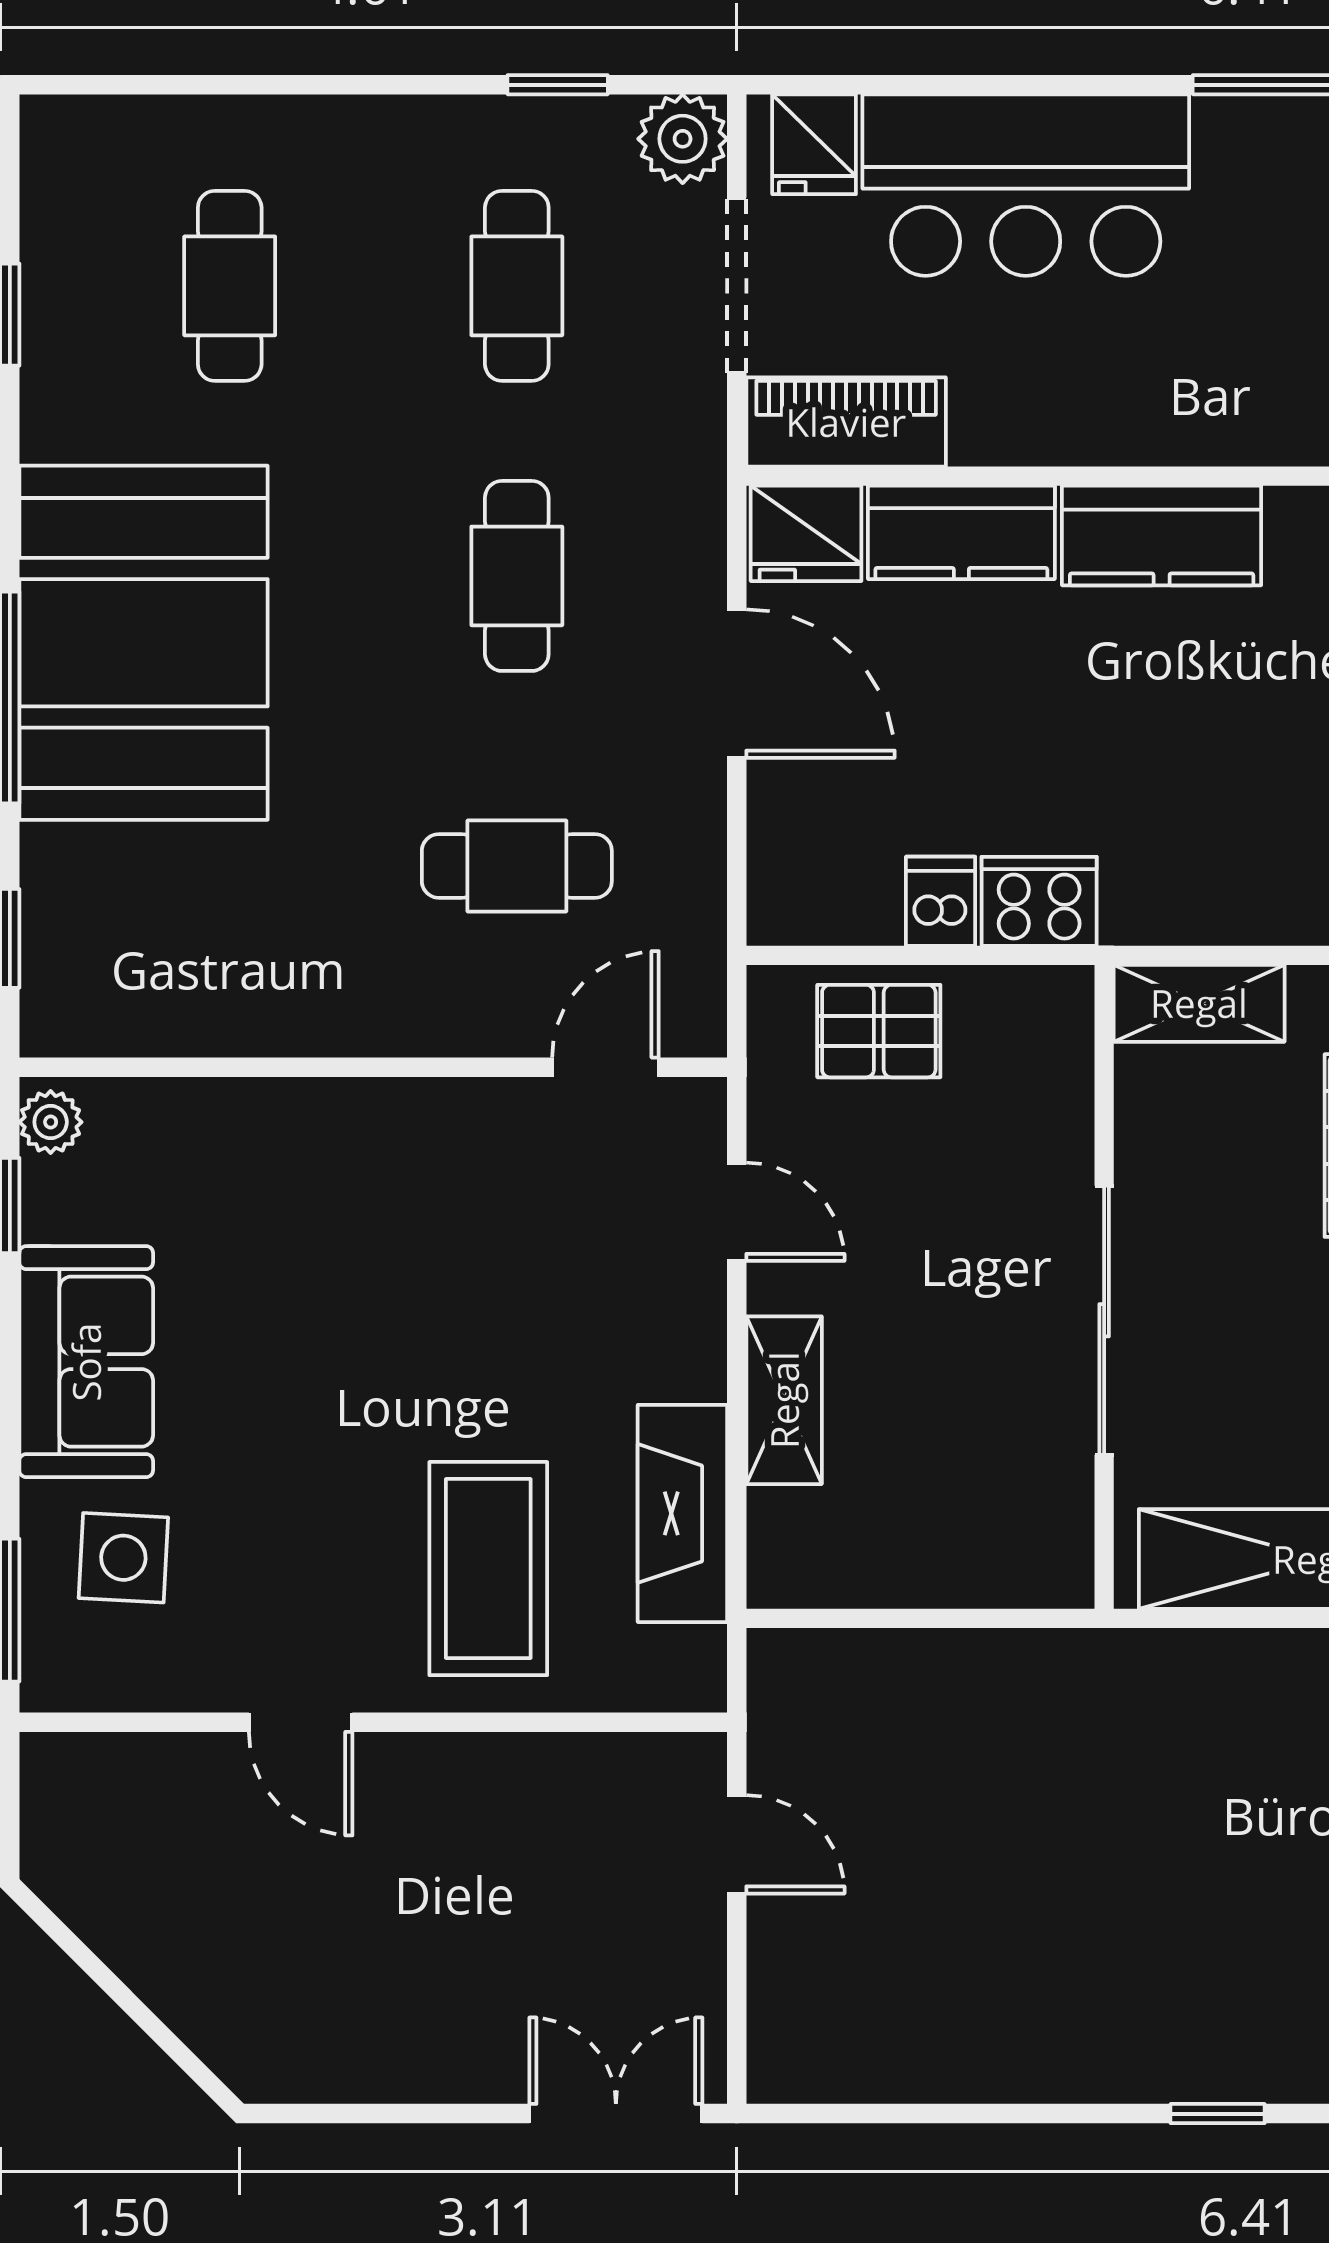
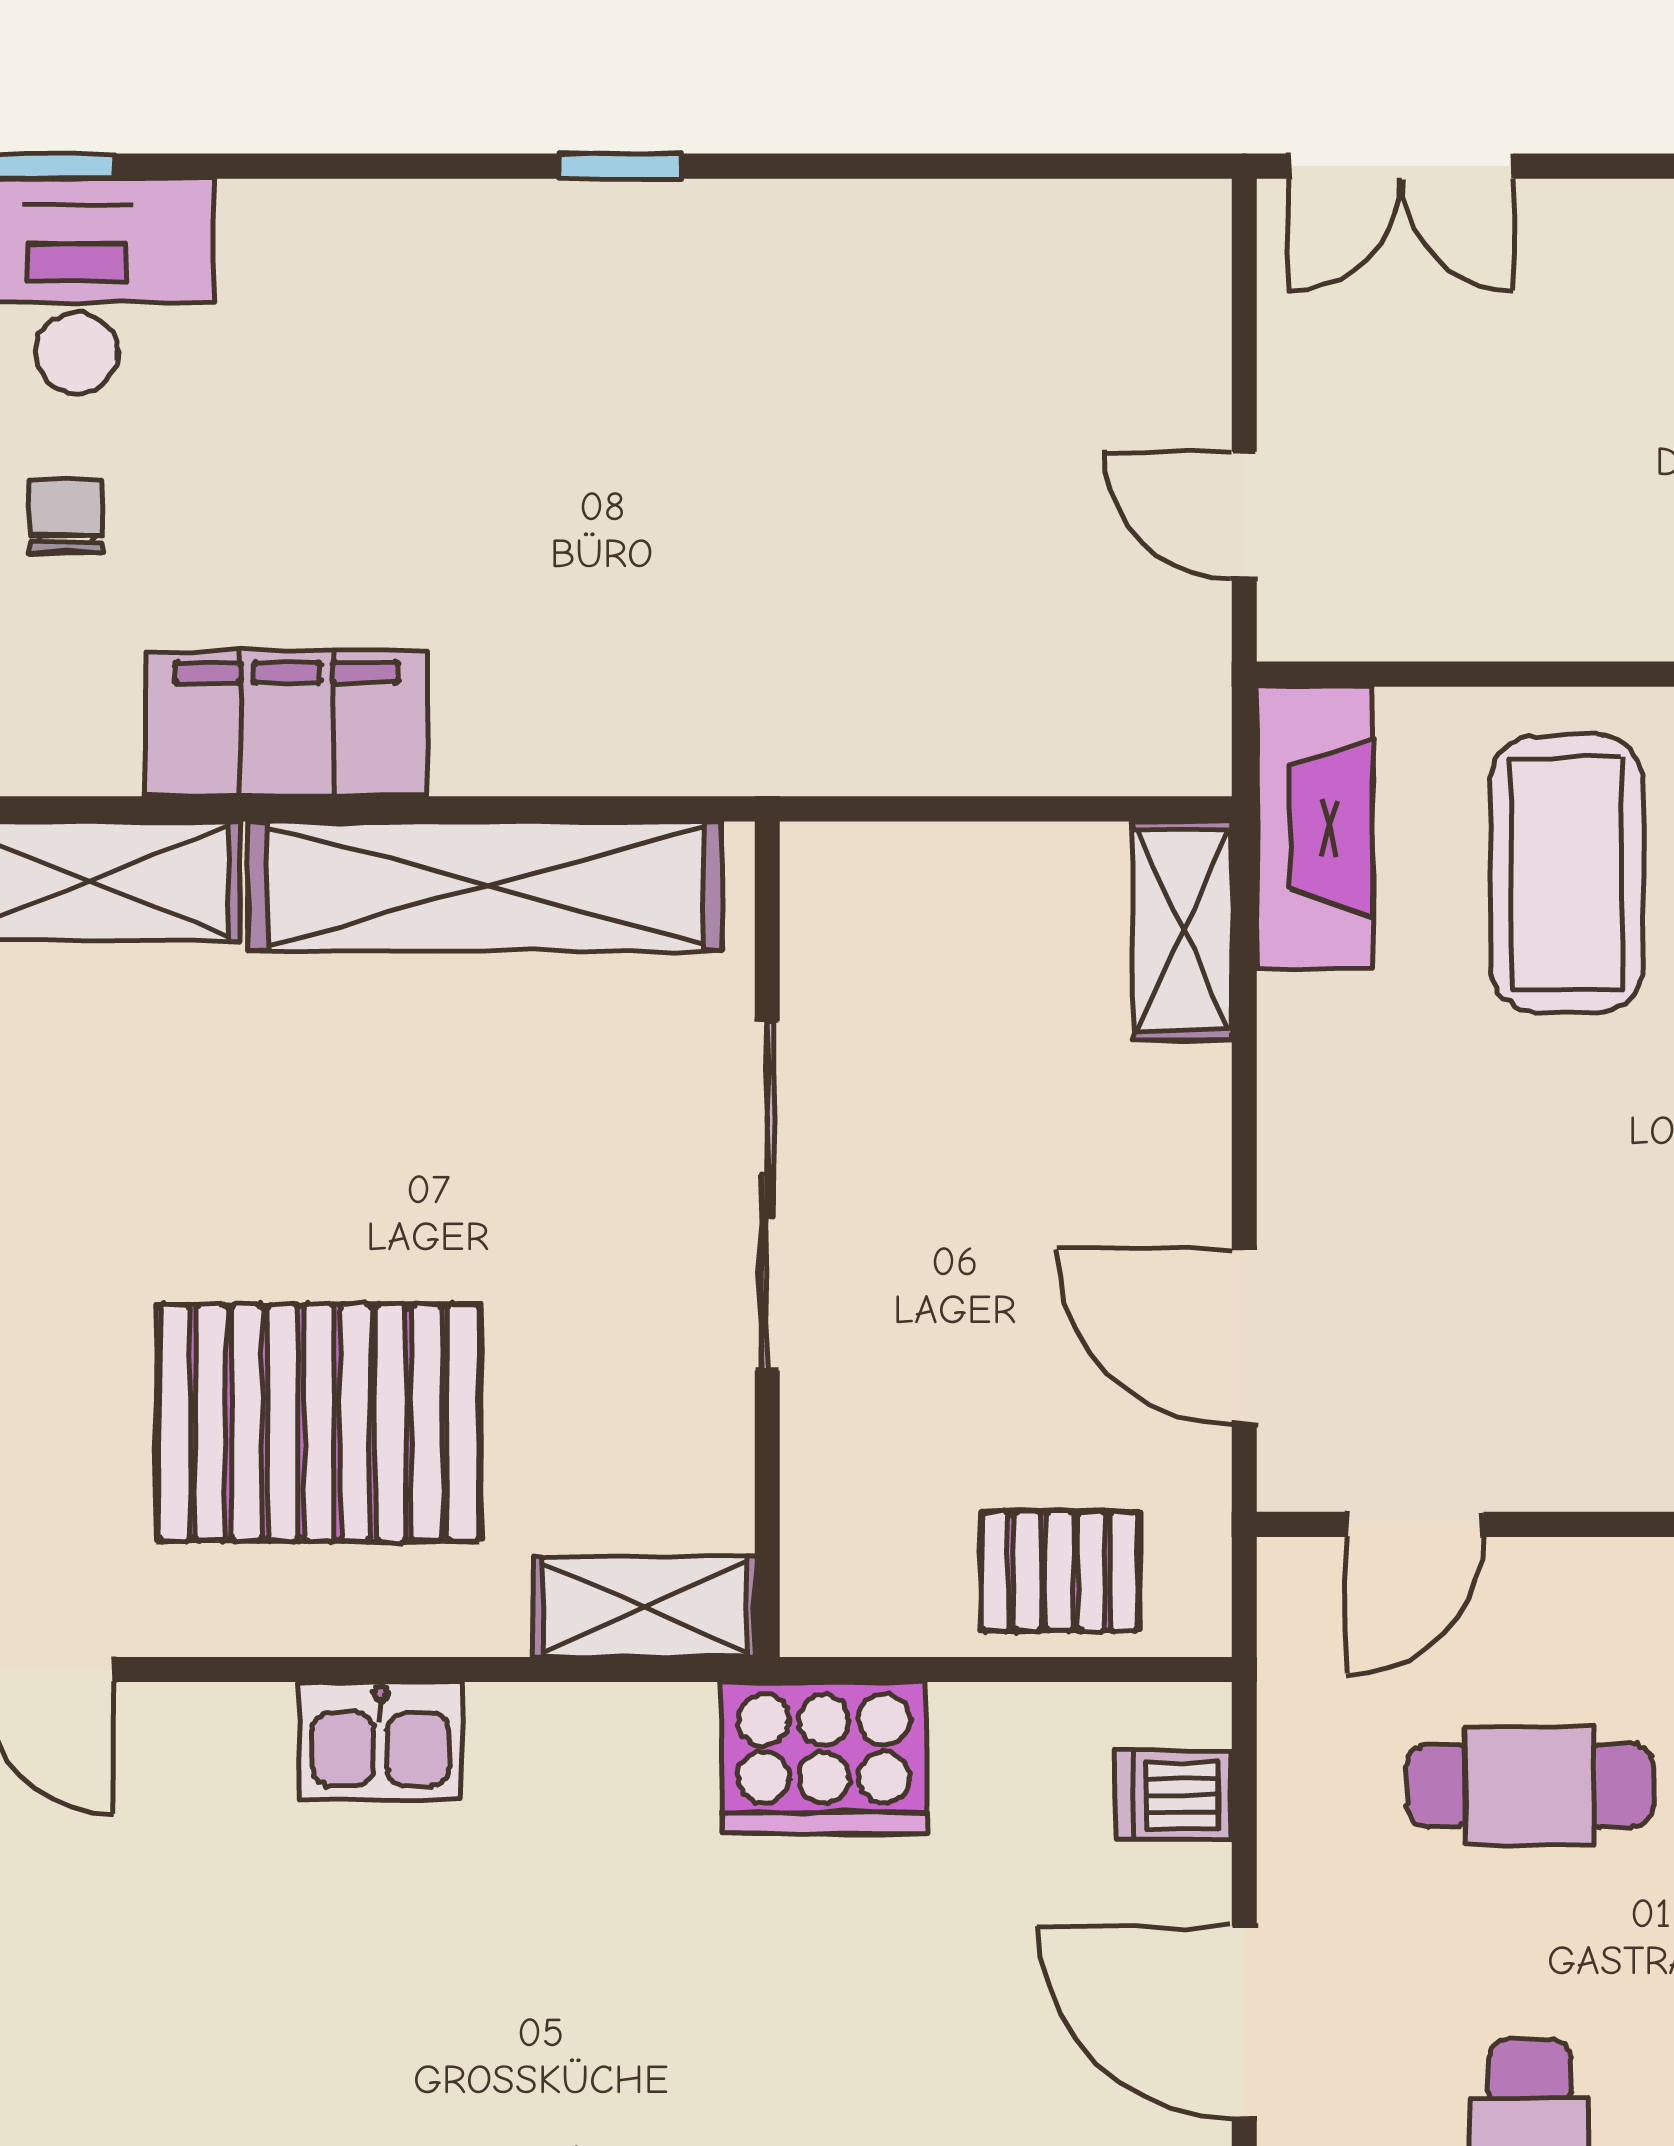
dishwasher: (941, 901) -> (1174, 1795), moved, turned 90
cooker: (1039, 901) -> (824, 1758), width x1.37, depth x1.31
door: (737, 1212) -> (1244, 1337), width x1.38
shelving: (784, 1400) -> (1183, 930), moved
fireplace: (682, 1513) -> (1315, 828), moved

